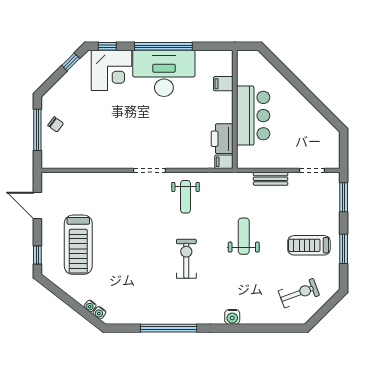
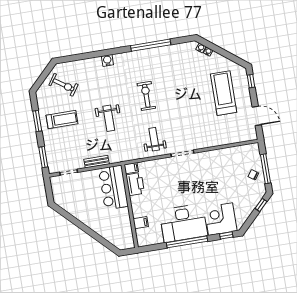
window: (71, 62) -> (261, 205), moved
bar counter: (253, 116) -> (113, 187), moved
exercise bike: (186, 259) -> (146, 96), turned 180
exercise bike: (299, 293) -> (63, 85), turned -125

